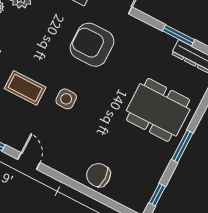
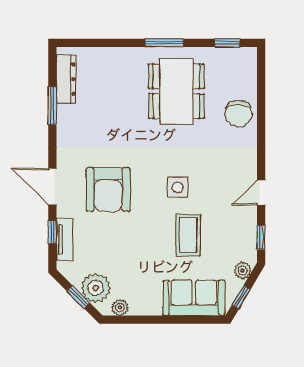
dining table: (158, 110) -> (176, 91), moved

